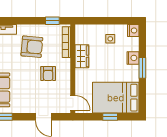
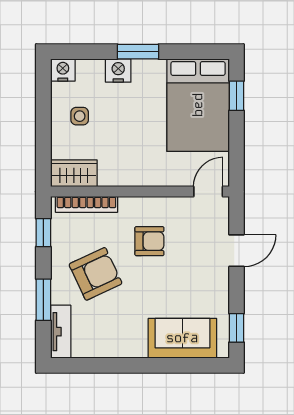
window: (19, 21) -> (43, 300), added
armchair: (32, 47) -> (96, 274), turned 60
wardrobe: (82, 56) -> (74, 173), moved
window: (110, 117) -> (237, 96), moved

